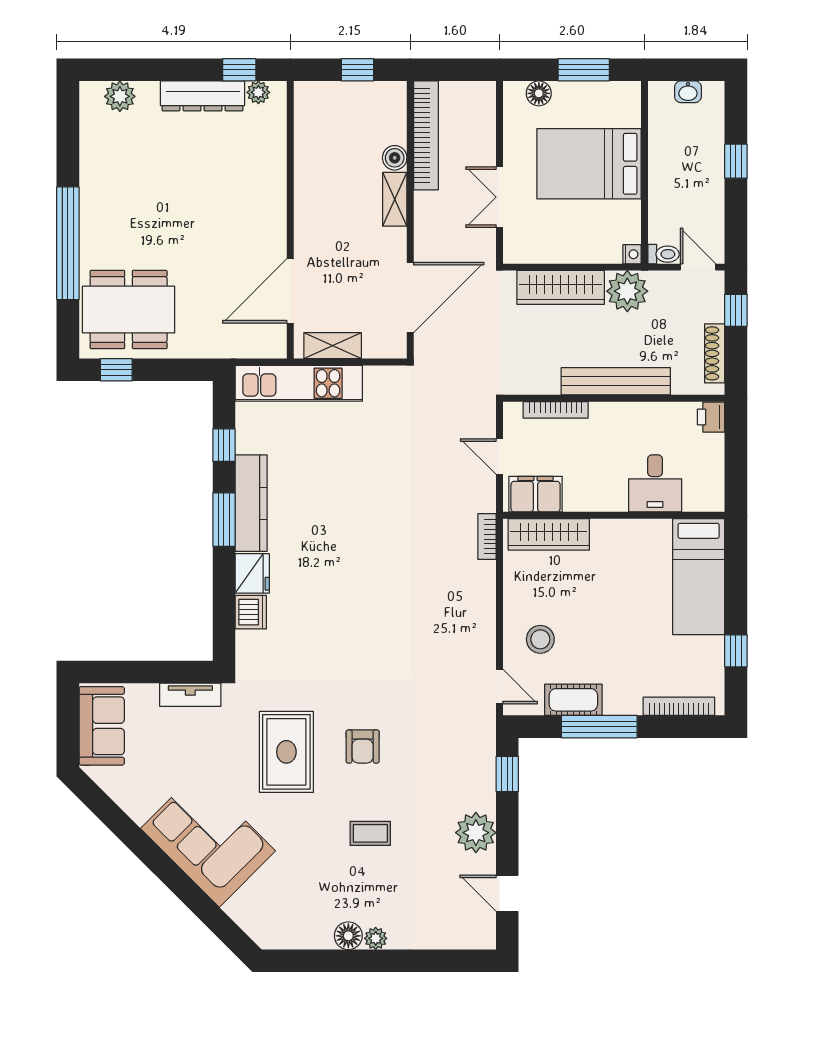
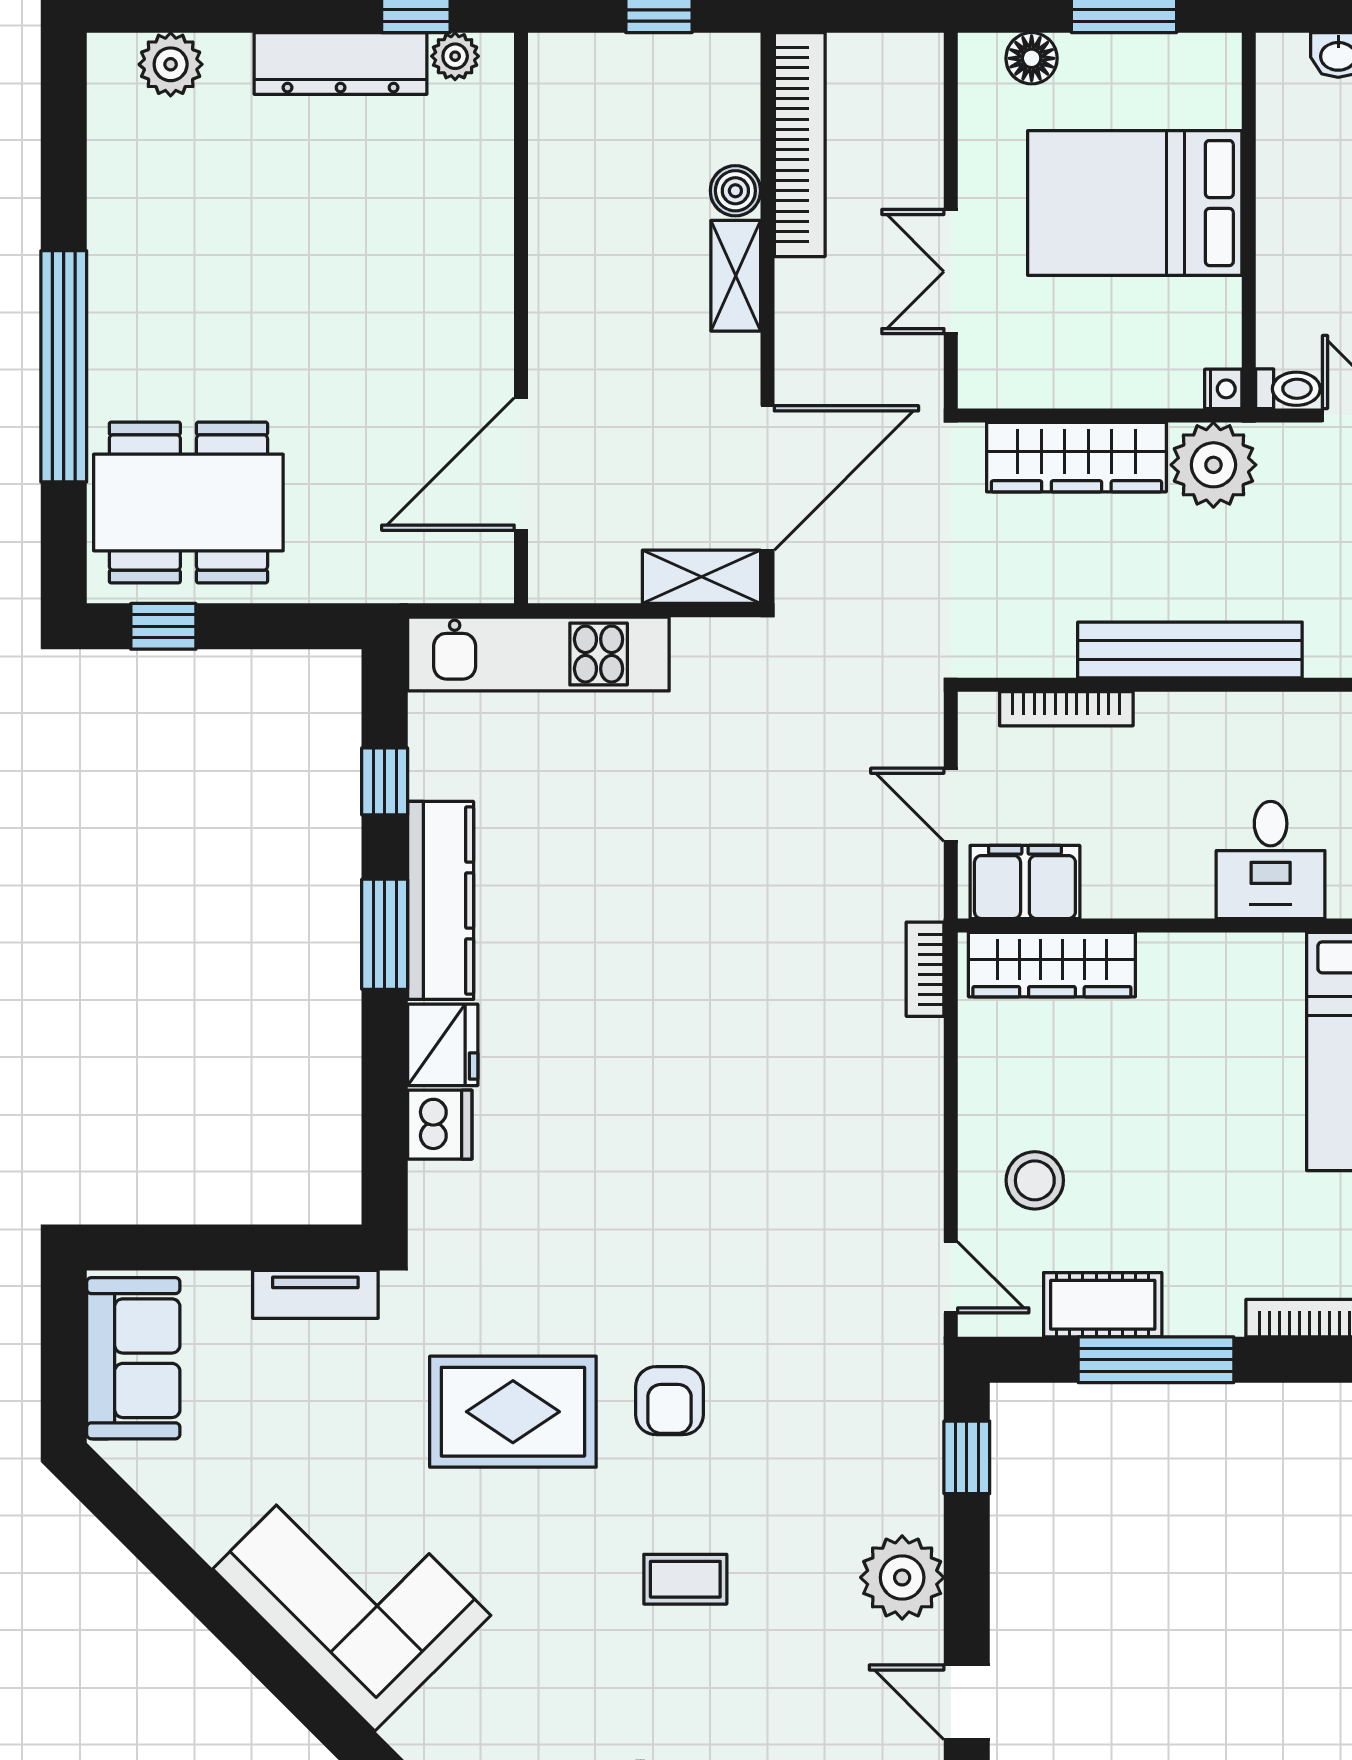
shelving: (333, 346) -> (701, 577), moved
rug: (286, 752) -> (513, 1412), turned 90

